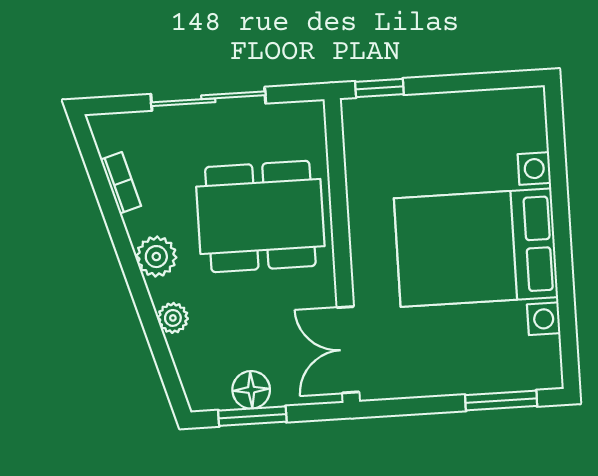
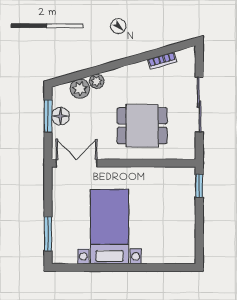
dining table: (260, 216) -> (142, 126), width x0.73
bed with nightstands: (476, 248) -> (110, 227), width x0.73
plant: (156, 257) -> (80, 89), moved

